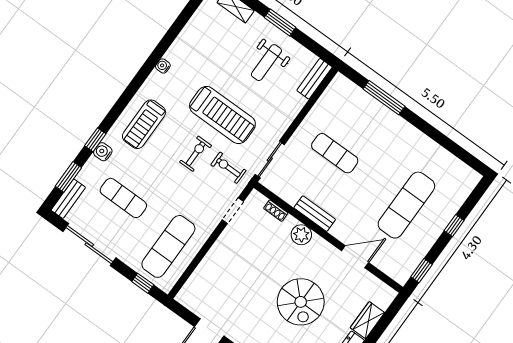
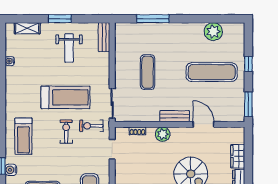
water cooler: (163, 66) -> (10, 61), moved
exercise mat: (335, 153) -> (148, 72), turned 90
plant: (441, 161) -> (213, 32), added
exercise mat: (406, 205) -> (212, 72), turned 90
bench: (315, 214) -> (175, 116), moved
door: (355, 257) -> (204, 124), hinge flipped
window: (422, 271) -> (248, 104), width x1.50

